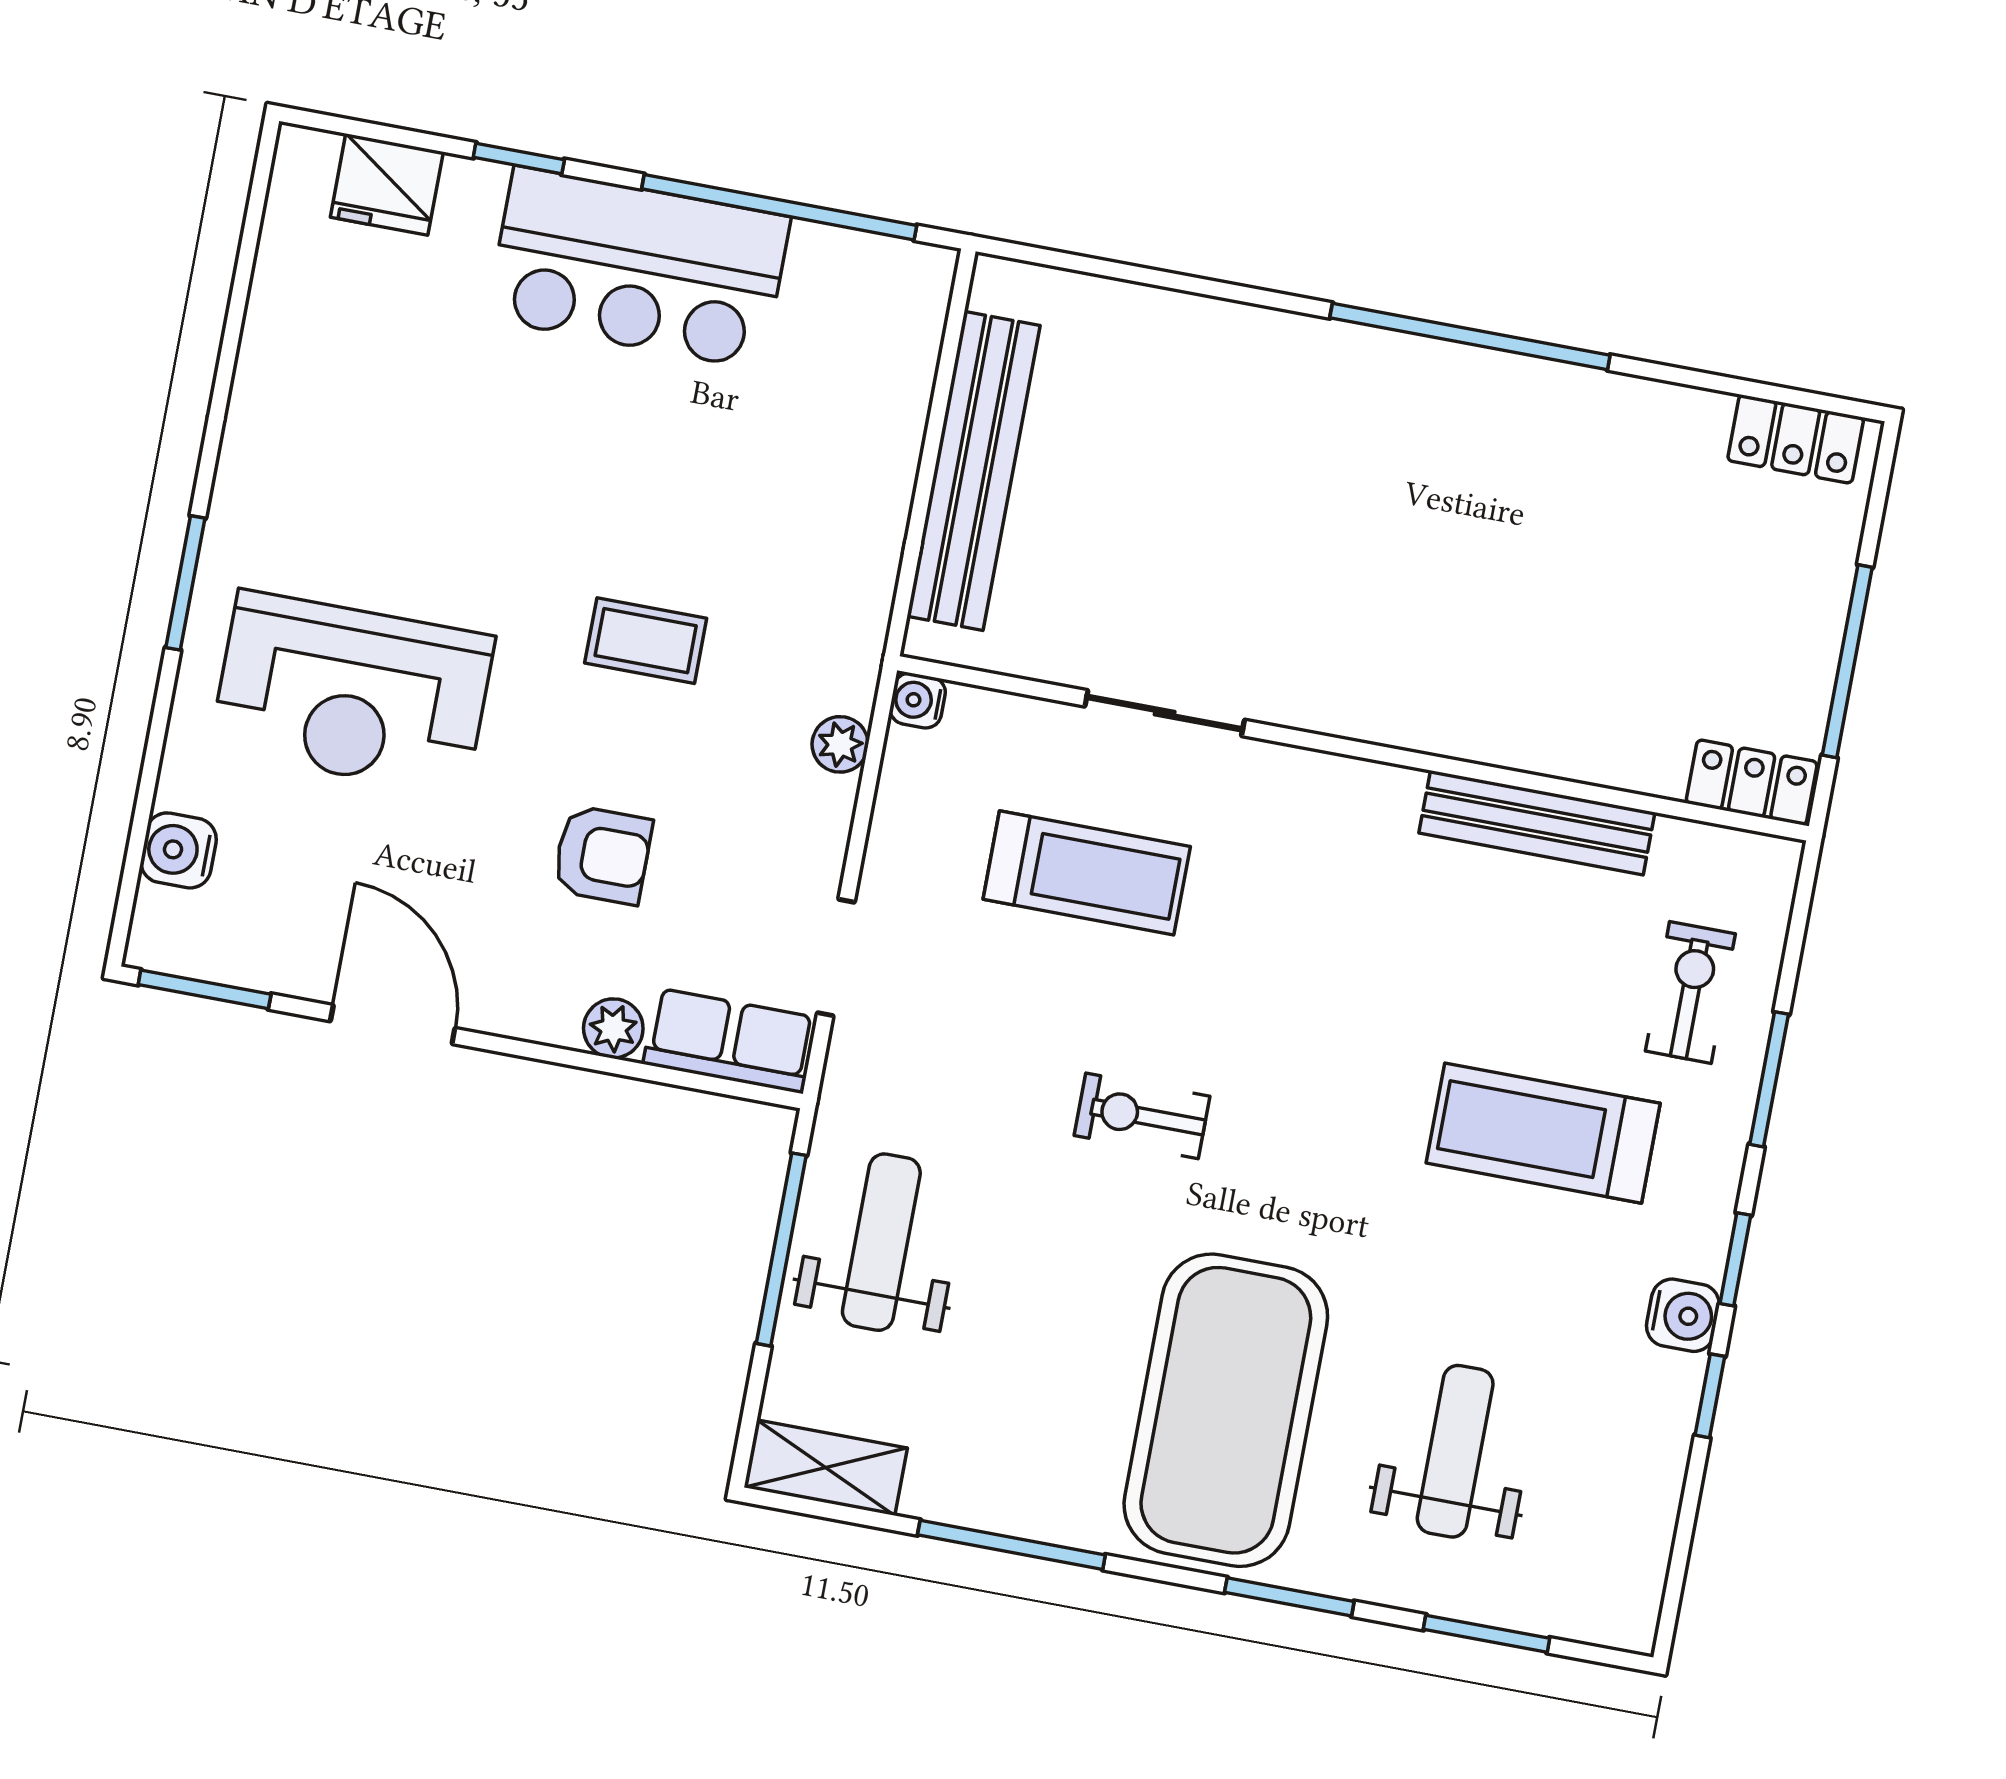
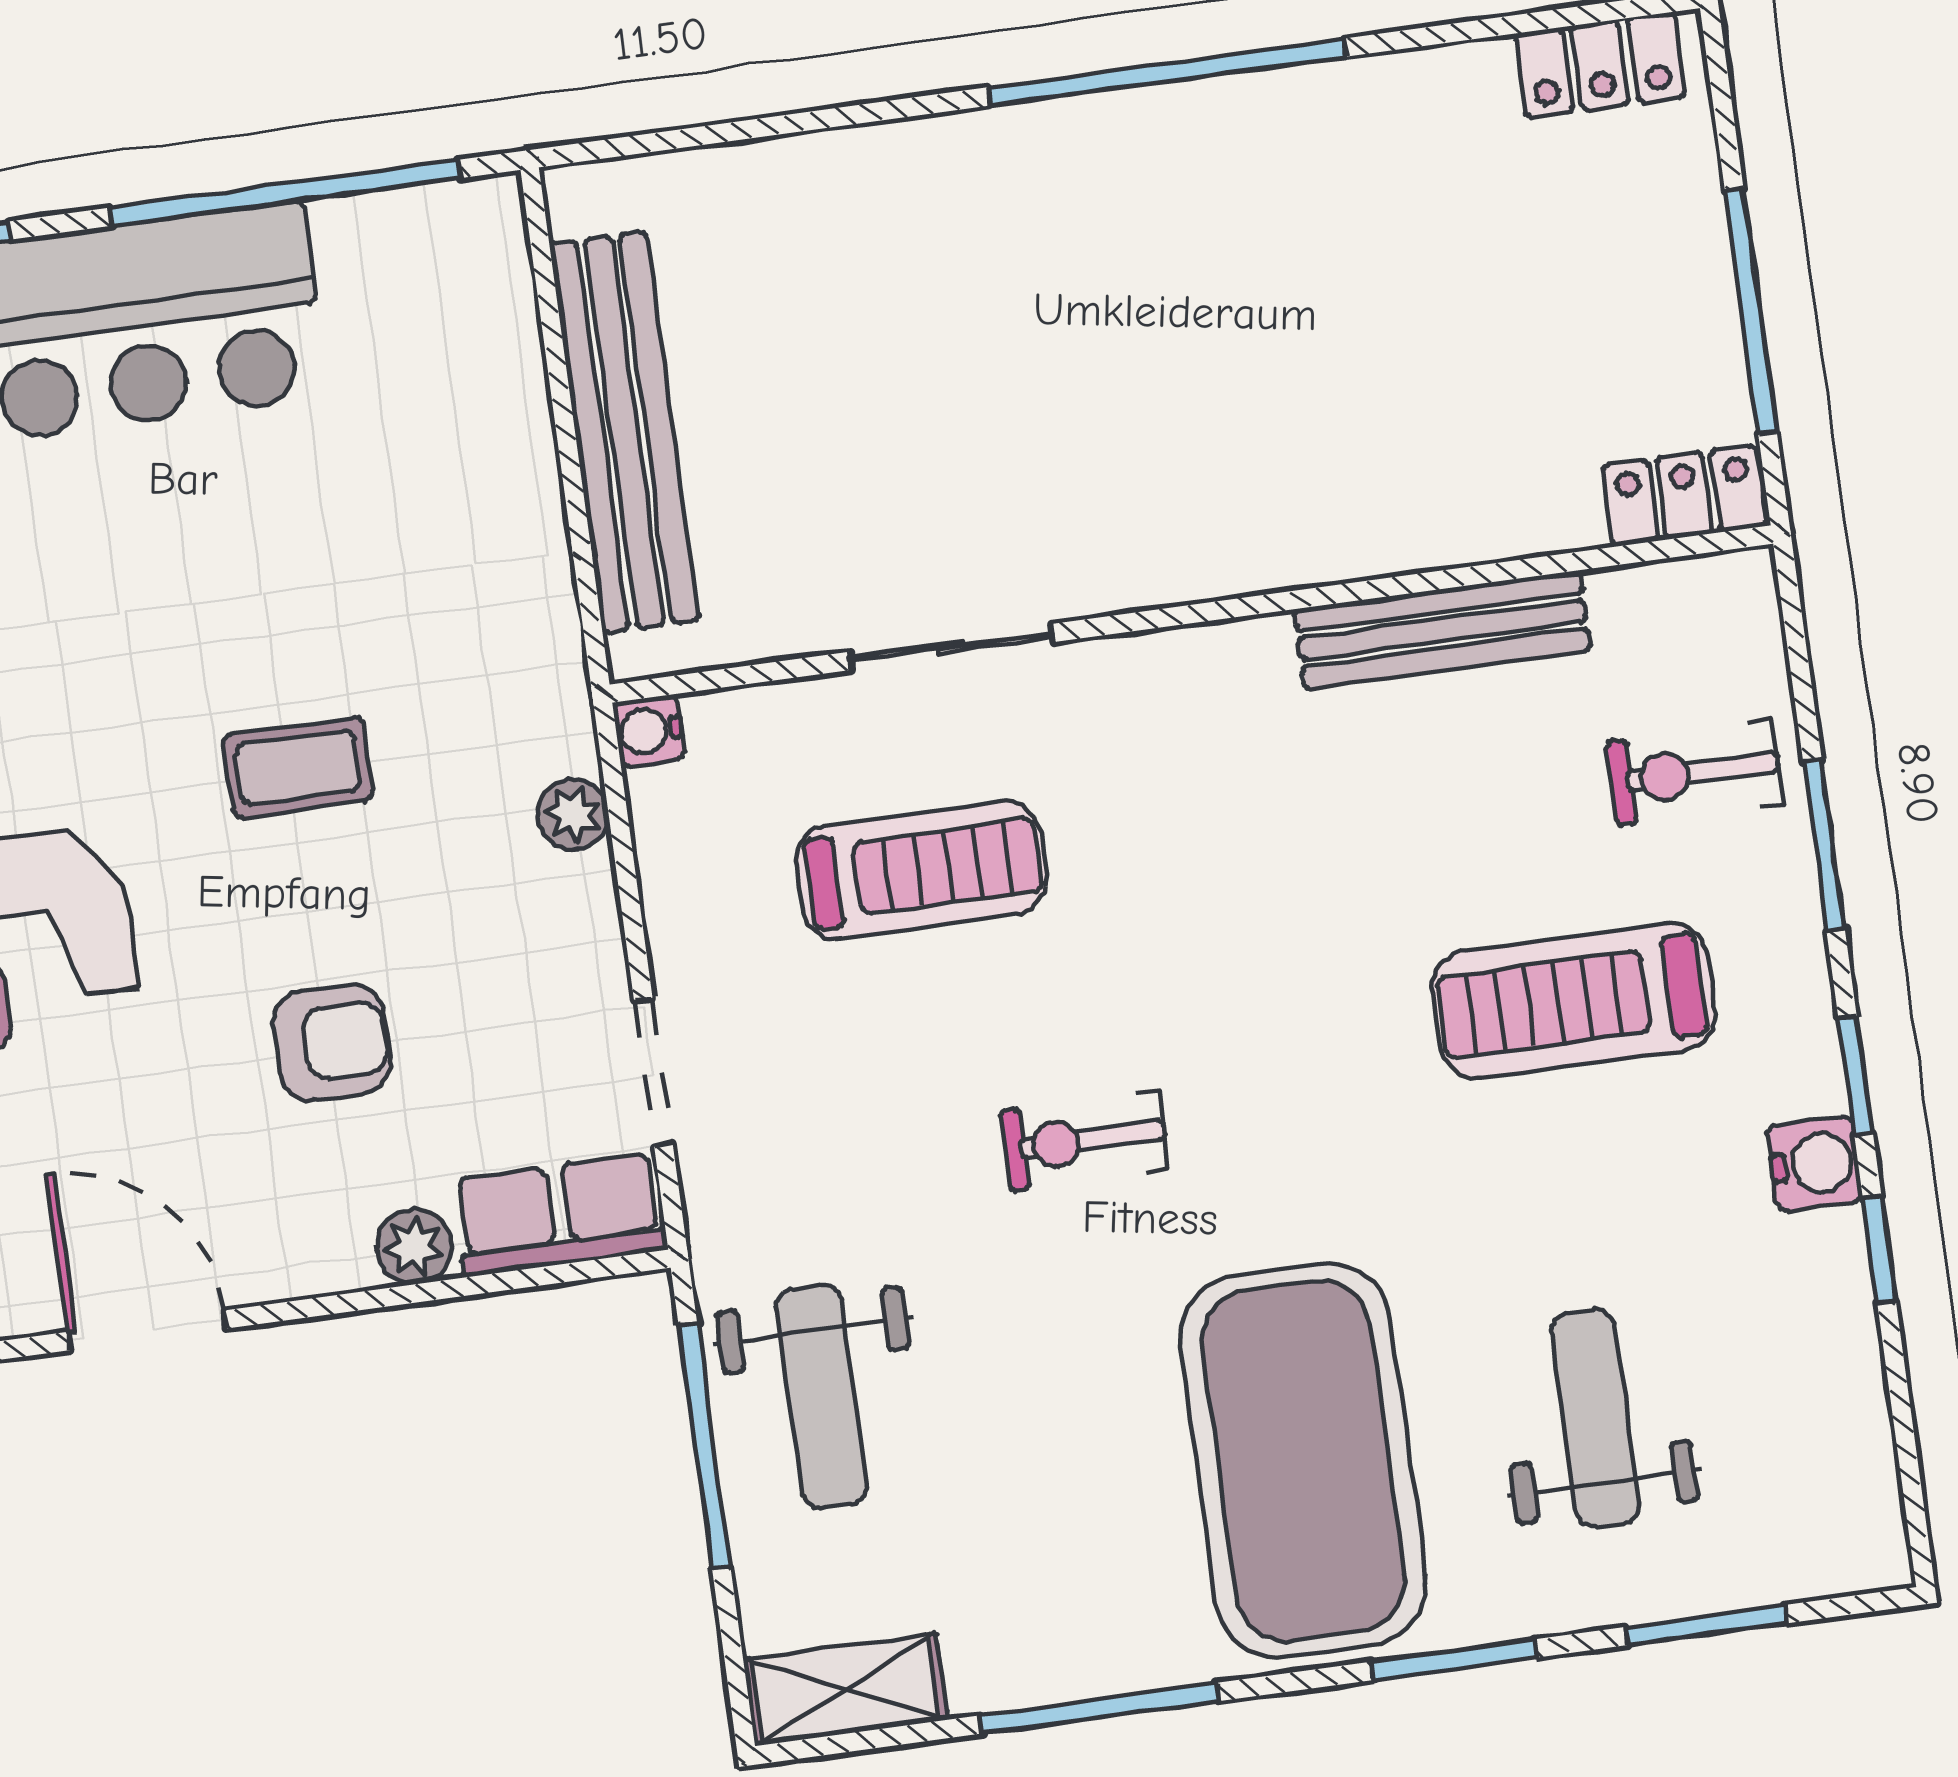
exercise bike: (1690, 992) -> (1695, 773), turned -90
weight bench: (881, 1242) -> (822, 1396), turned 180

